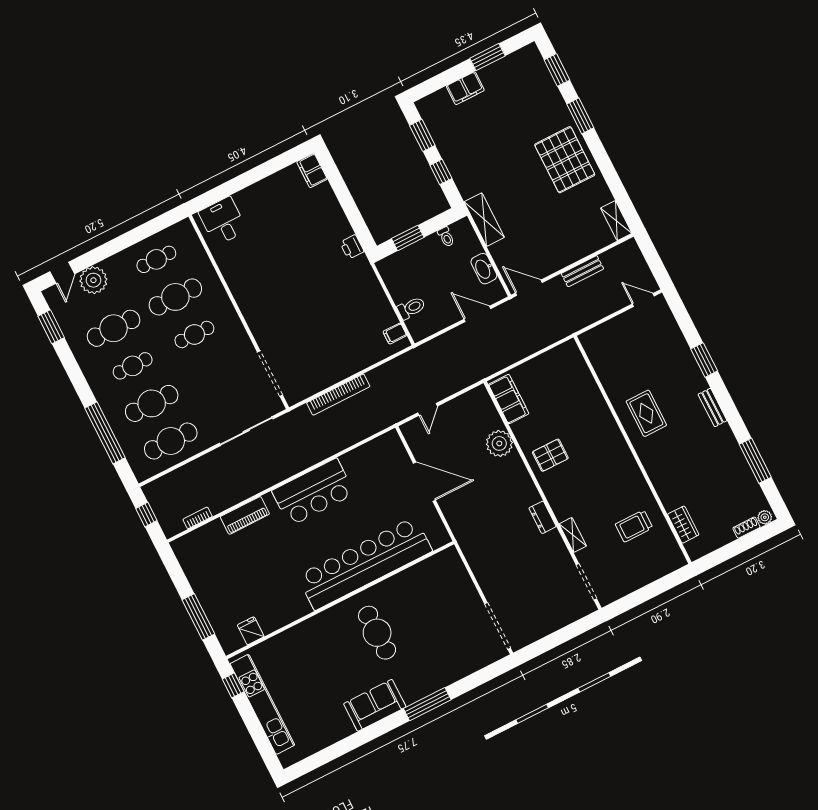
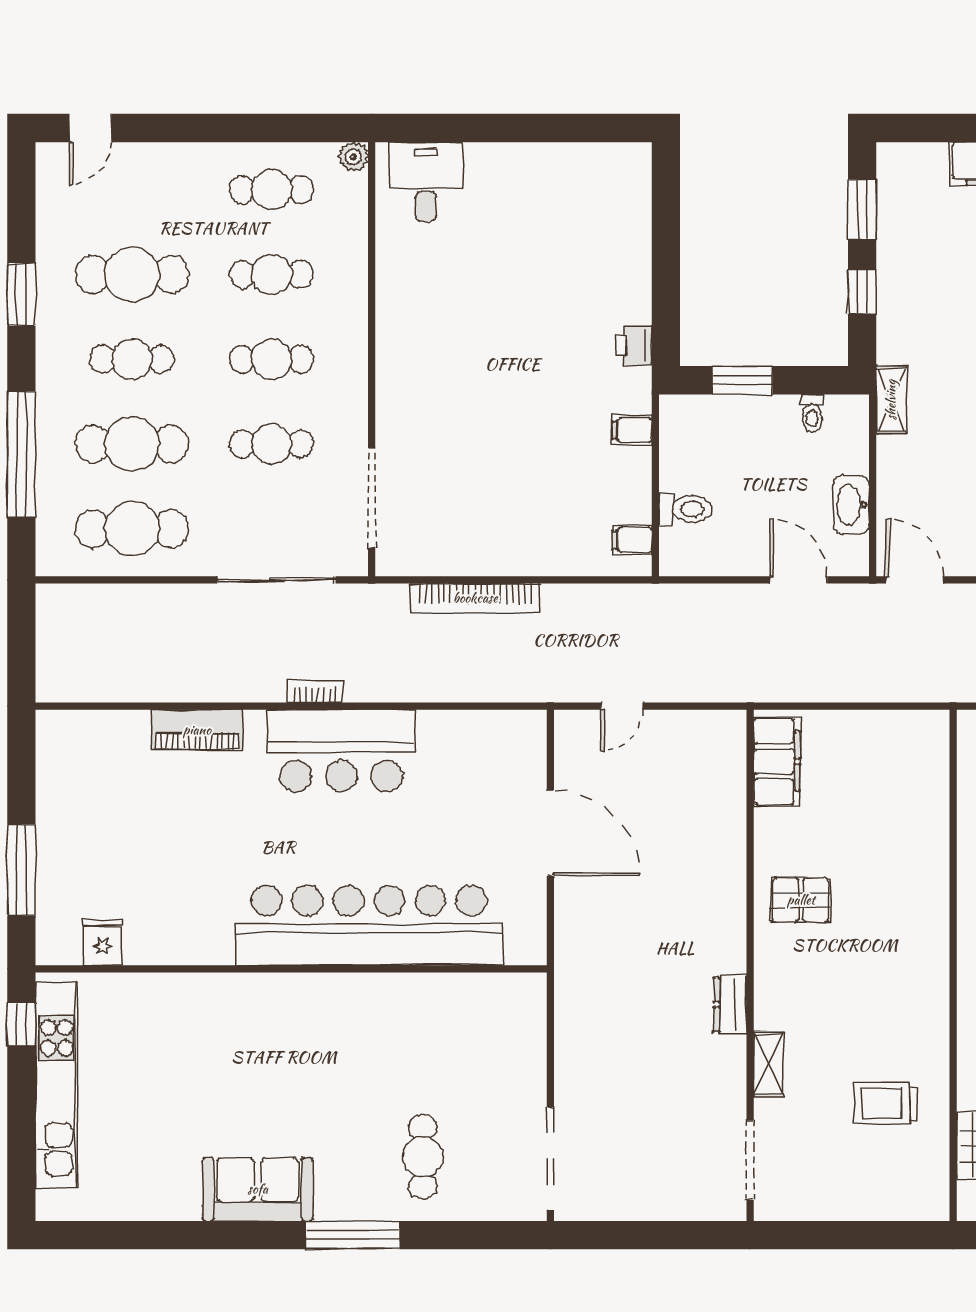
filing cabinet: (312, 170) -> (632, 430), moved, width x0.50
shelving: (484, 220) -> (891, 400), width x0.67, depth x0.75
plant: (93, 280) -> (353, 157), moved, width x0.53, depth x0.53
cafe table: (175, 297) -> (272, 274), width x0.73, depth x0.74
window: (51, 327) -> (21, 295), moved
cafe table: (213, 372) -> (272, 444), added
plant: (499, 443) -> (720, 833), removed
window: (146, 515) -> (21, 639), removed
bookcase: (198, 518) -> (315, 691), moved
cafe table: (377, 633) -> (423, 1157), moved, width x0.73, depth x0.74

